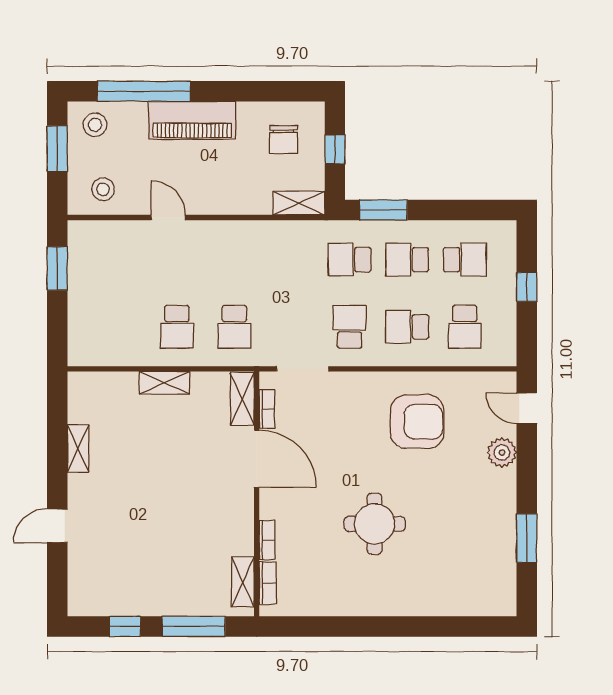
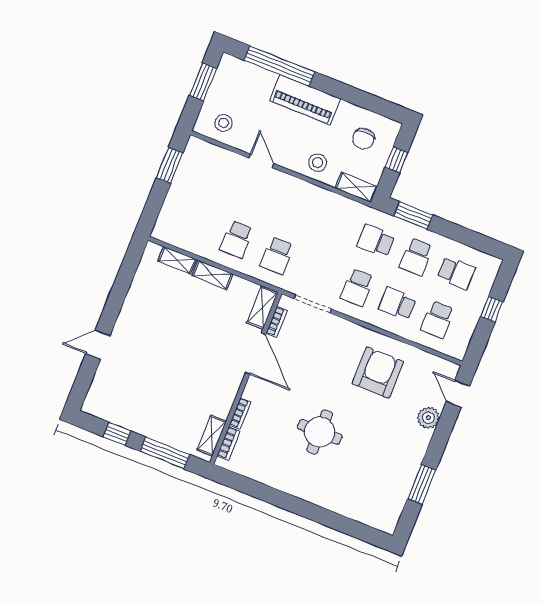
stool: (95, 125) -> (318, 163), moved
school desk: (407, 260) -> (416, 257), turned -90
school desk: (350, 327) -> (357, 288), turned 180
armchair: (417, 422) -> (378, 373), turned -90
shelving: (78, 448) -> (177, 260), moved, turned 90

